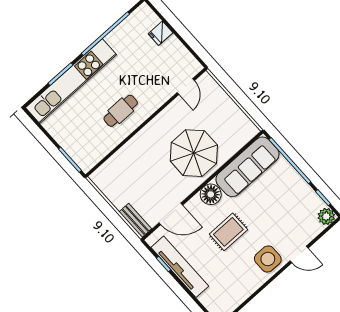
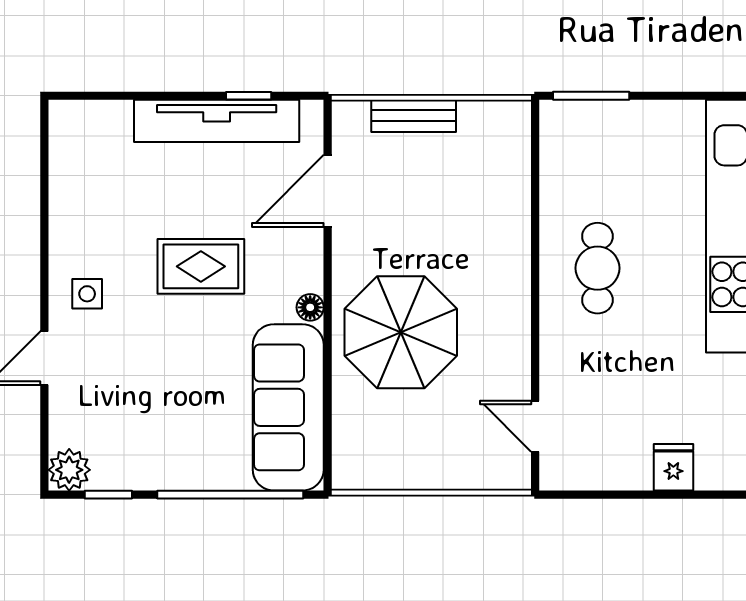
floor lamp: (211, 194) -> (310, 307), width x0.53, depth x0.53
bench: (135, 220) -> (414, 116), moved
rug: (228, 232) -> (201, 266), turned 90
side table: (268, 259) -> (87, 294), width x0.54, depth x0.54

